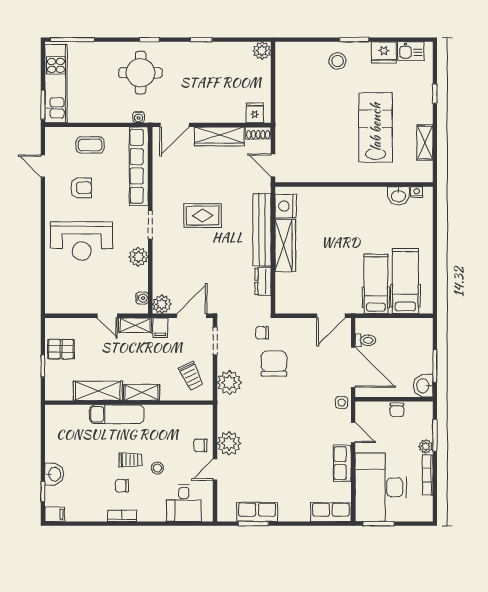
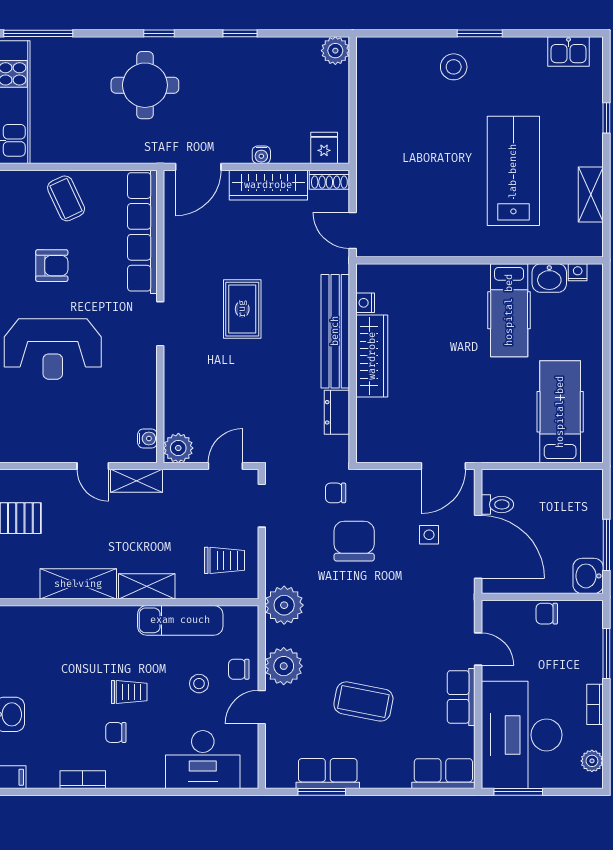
fridge: (384, 52) -> (526, 53), removed
water cooler: (139, 117) -> (261, 155), moved
coffee table: (90, 145) -> (66, 198), turned 65
nightstand: (286, 206) -> (365, 303), width x0.53, depth x0.56
rug: (203, 216) -> (242, 309), turned 90
plant: (138, 257) -> (142, 374), removed
hospital bed: (376, 284) -> (509, 310), moved, turned 180
door: (192, 316) -> (225, 466), width x0.73
filing cabinet: (160, 328) -> (176, 485), removed
trolley: (191, 376) -> (225, 560), turned -64
plant: (229, 383) -> (284, 605), moved
side table: (342, 402) -> (429, 535), moved
chair: (397, 410) -> (547, 614), turned 90
exam couch: (117, 414) -> (180, 620), moved
plant: (426, 446) -> (592, 761), moved
coffee table: (280, 466) -> (363, 701), added
stool: (157, 468) -> (199, 684), moved
bookcase: (428, 475) -> (595, 704), width x0.64
desk: (184, 503) -> (203, 760), width x1.37
bookcase: (122, 516) -> (83, 780), moved

